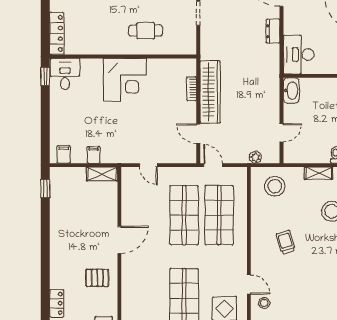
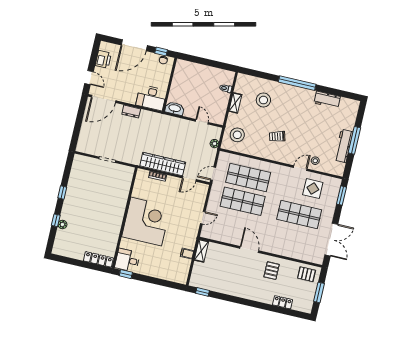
cafe table: (146, 31) -> (111, 198), removed
corner desk: (125, 80) -> (146, 221), width x1.36, depth x1.36
filing cabinet: (64, 154) -> (182, 274), removed

